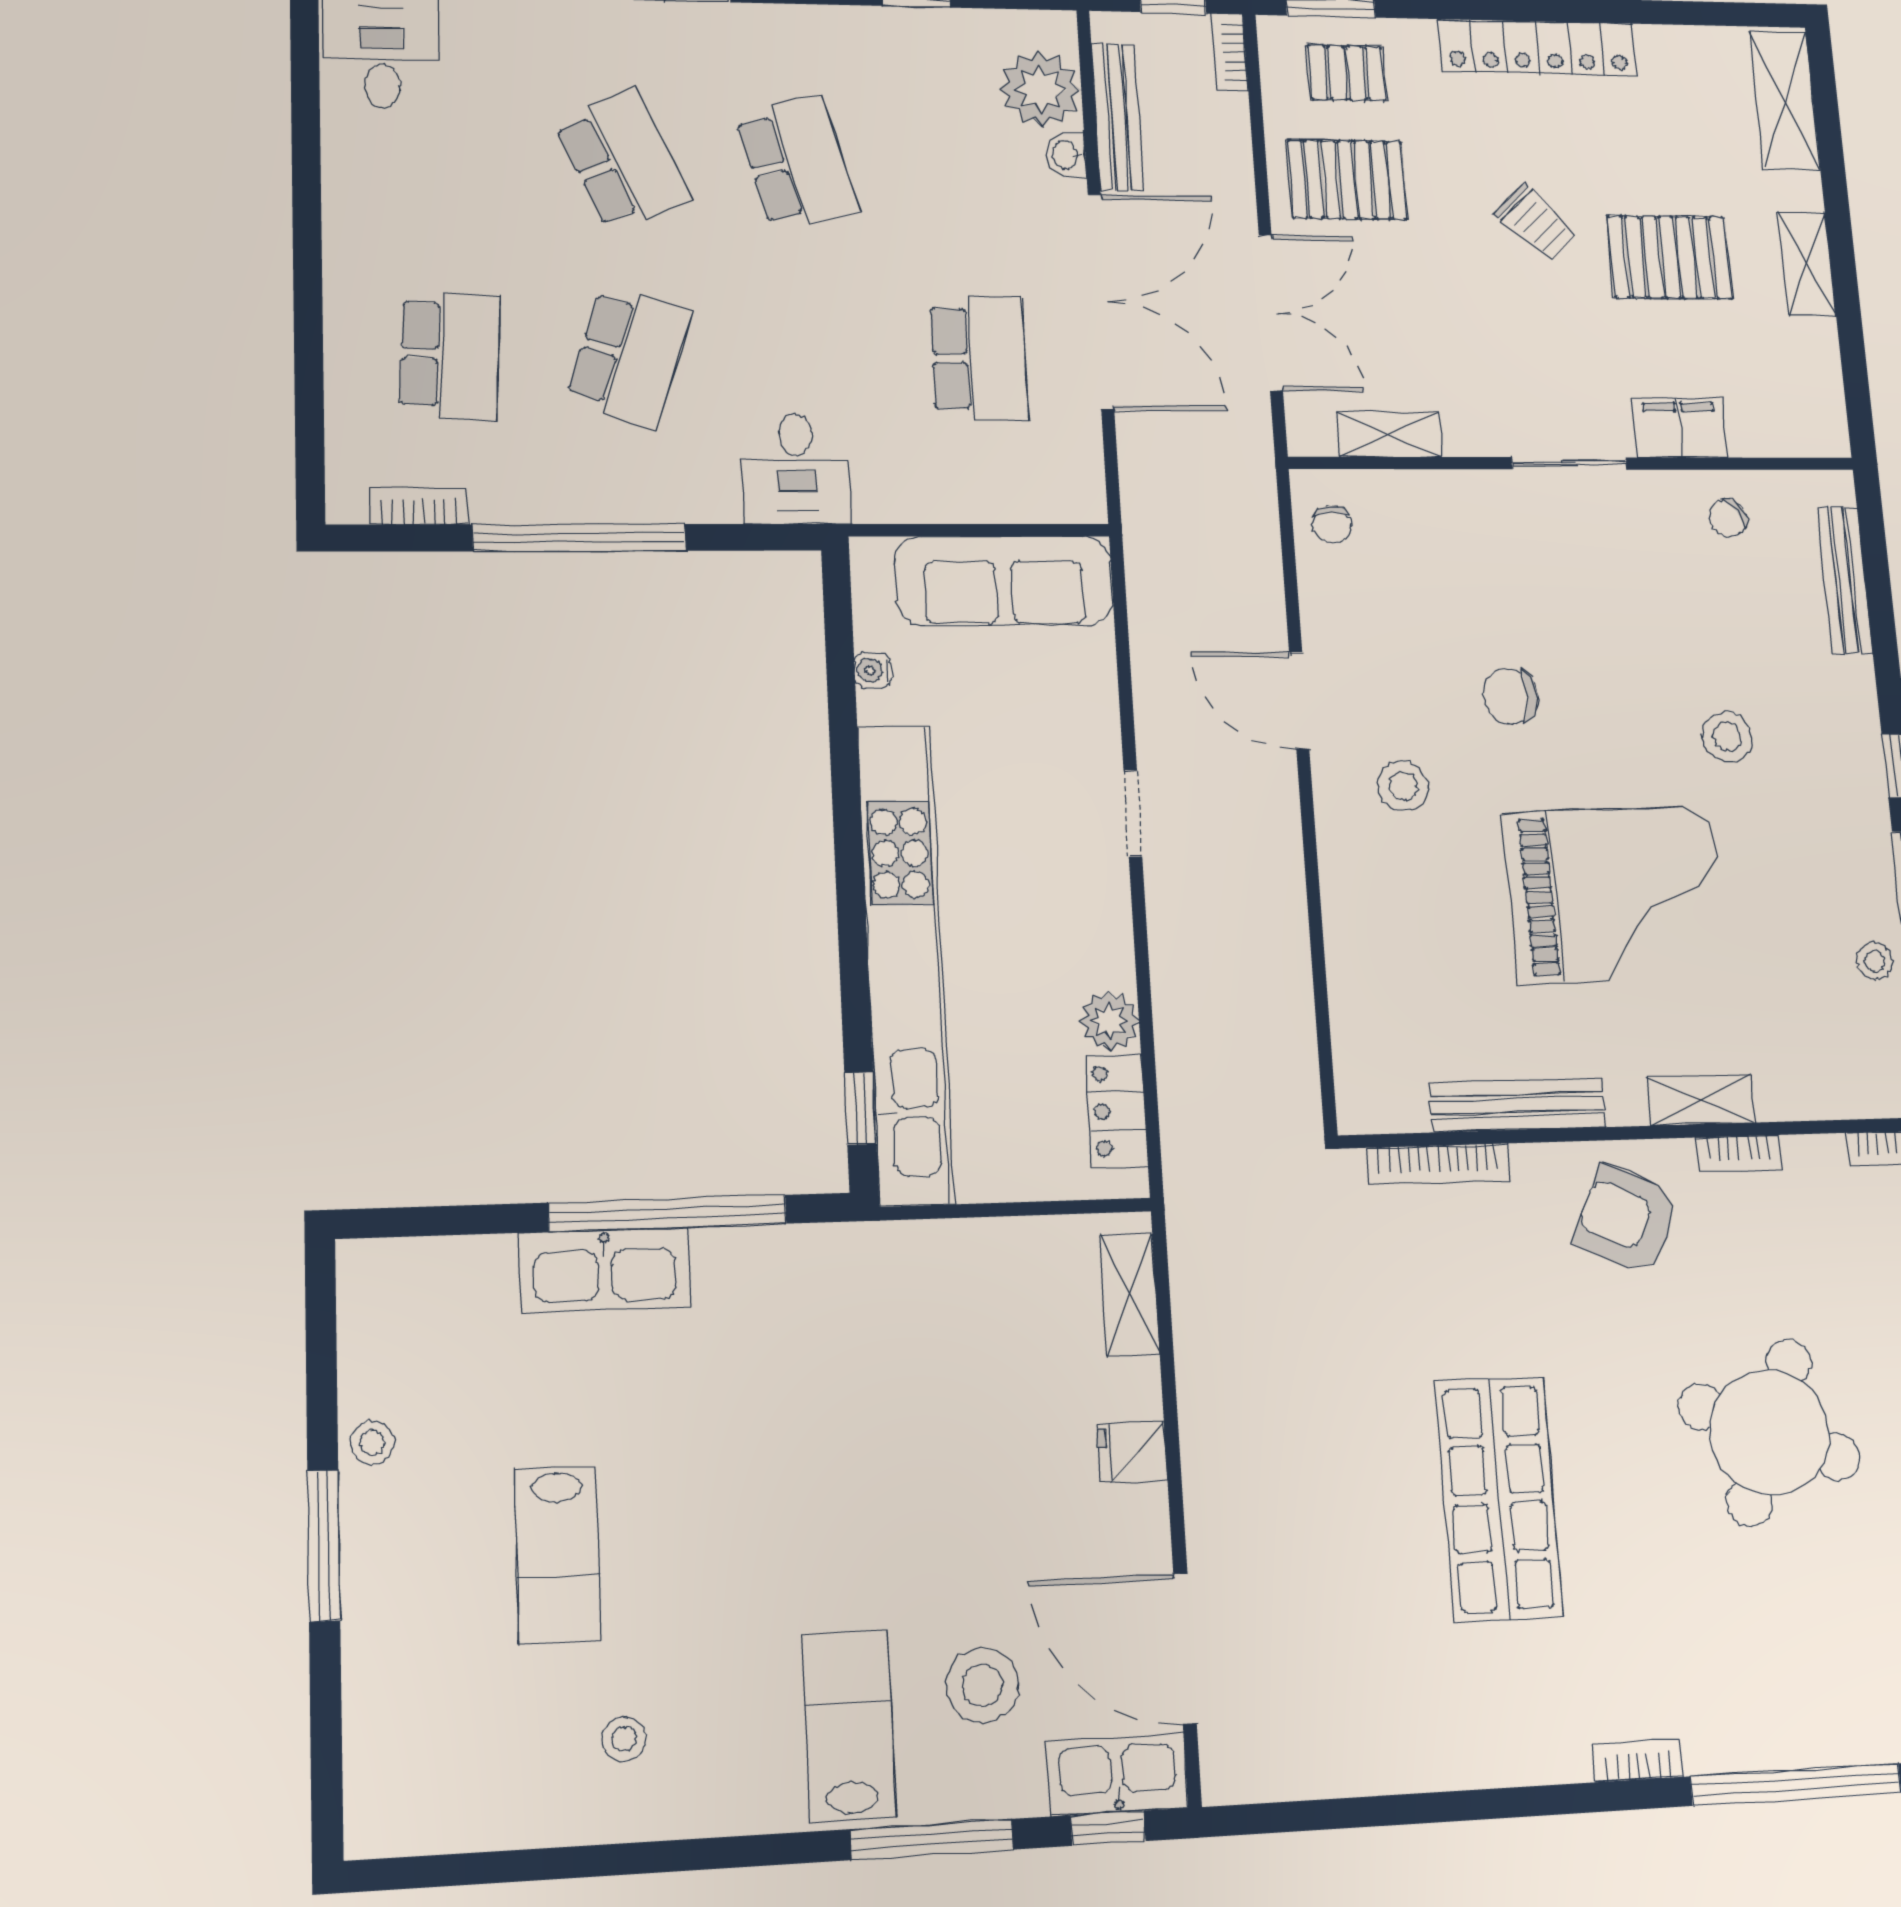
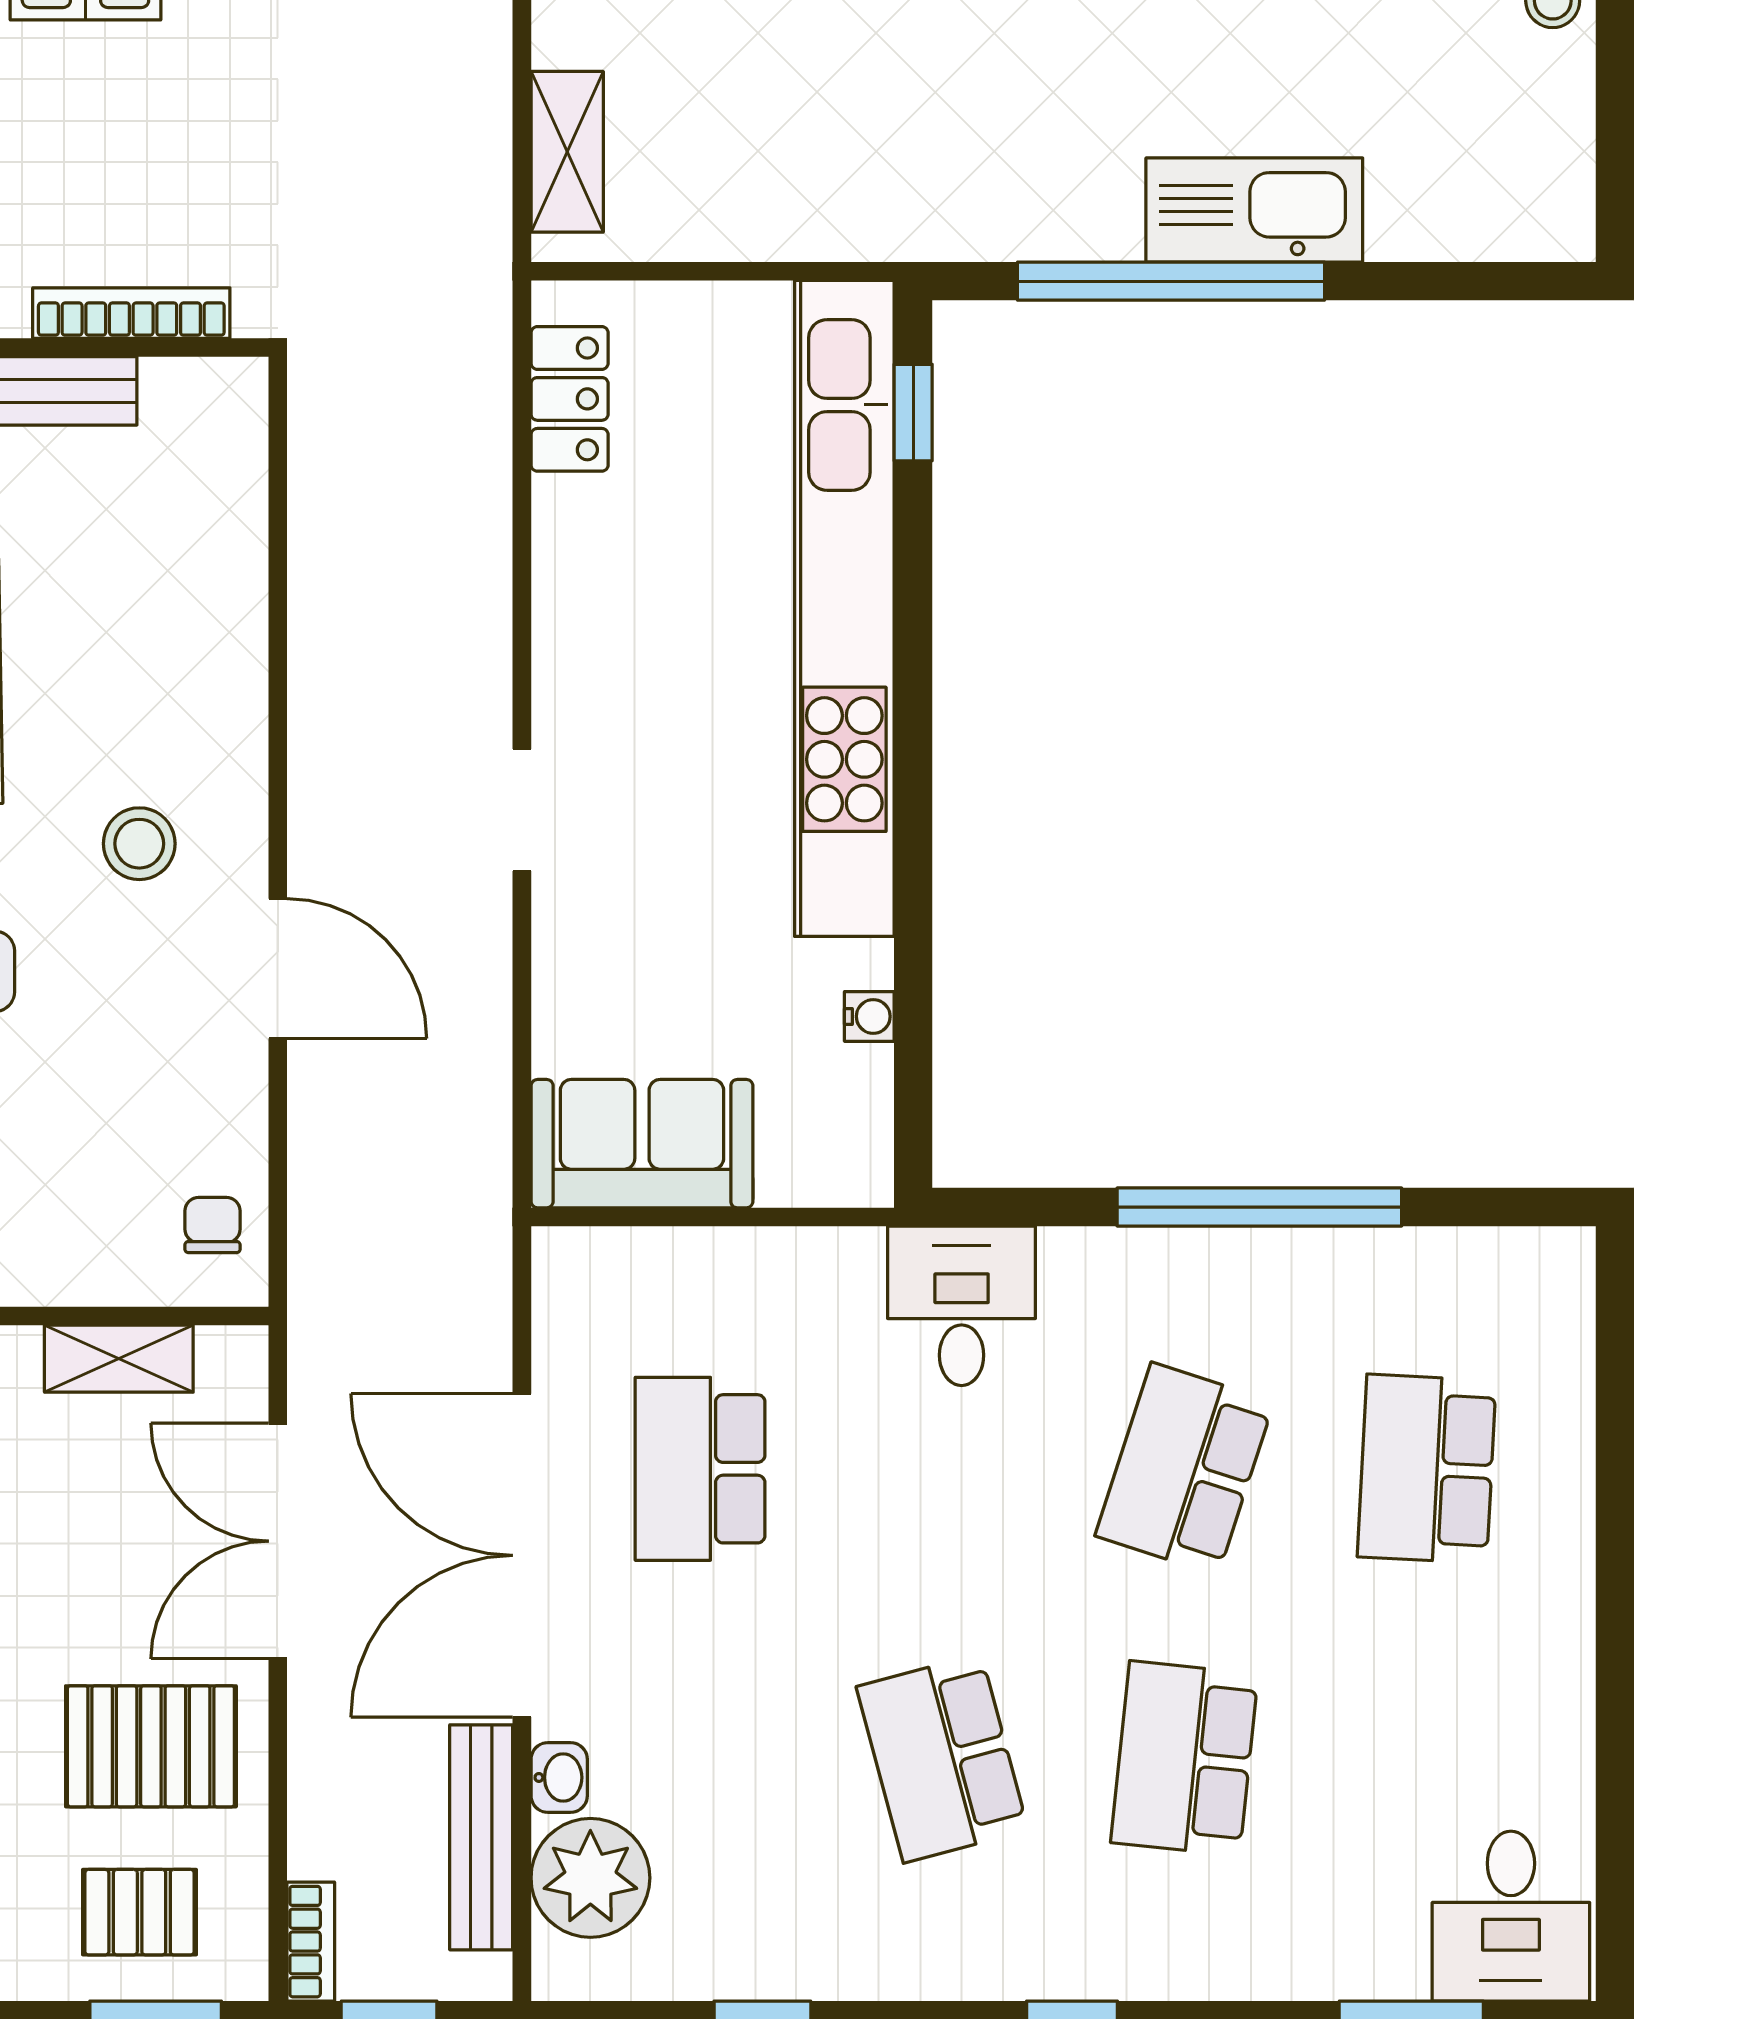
school desk: (623, 160) -> (1185, 1758), turned 30
bookcase: (419, 506) -> (1472, 1252), removed
sofa: (1004, 581) -> (642, 1144), width x0.73
plant: (1109, 1021) -> (572, 522), removed

